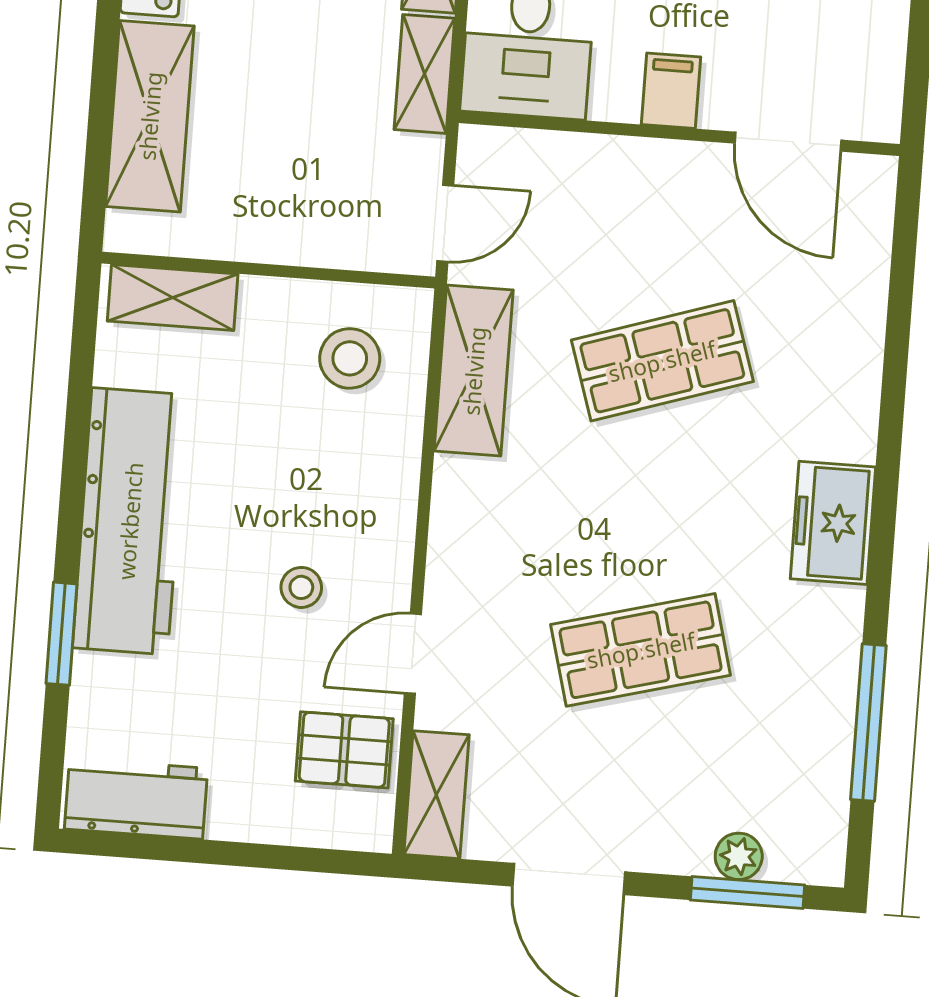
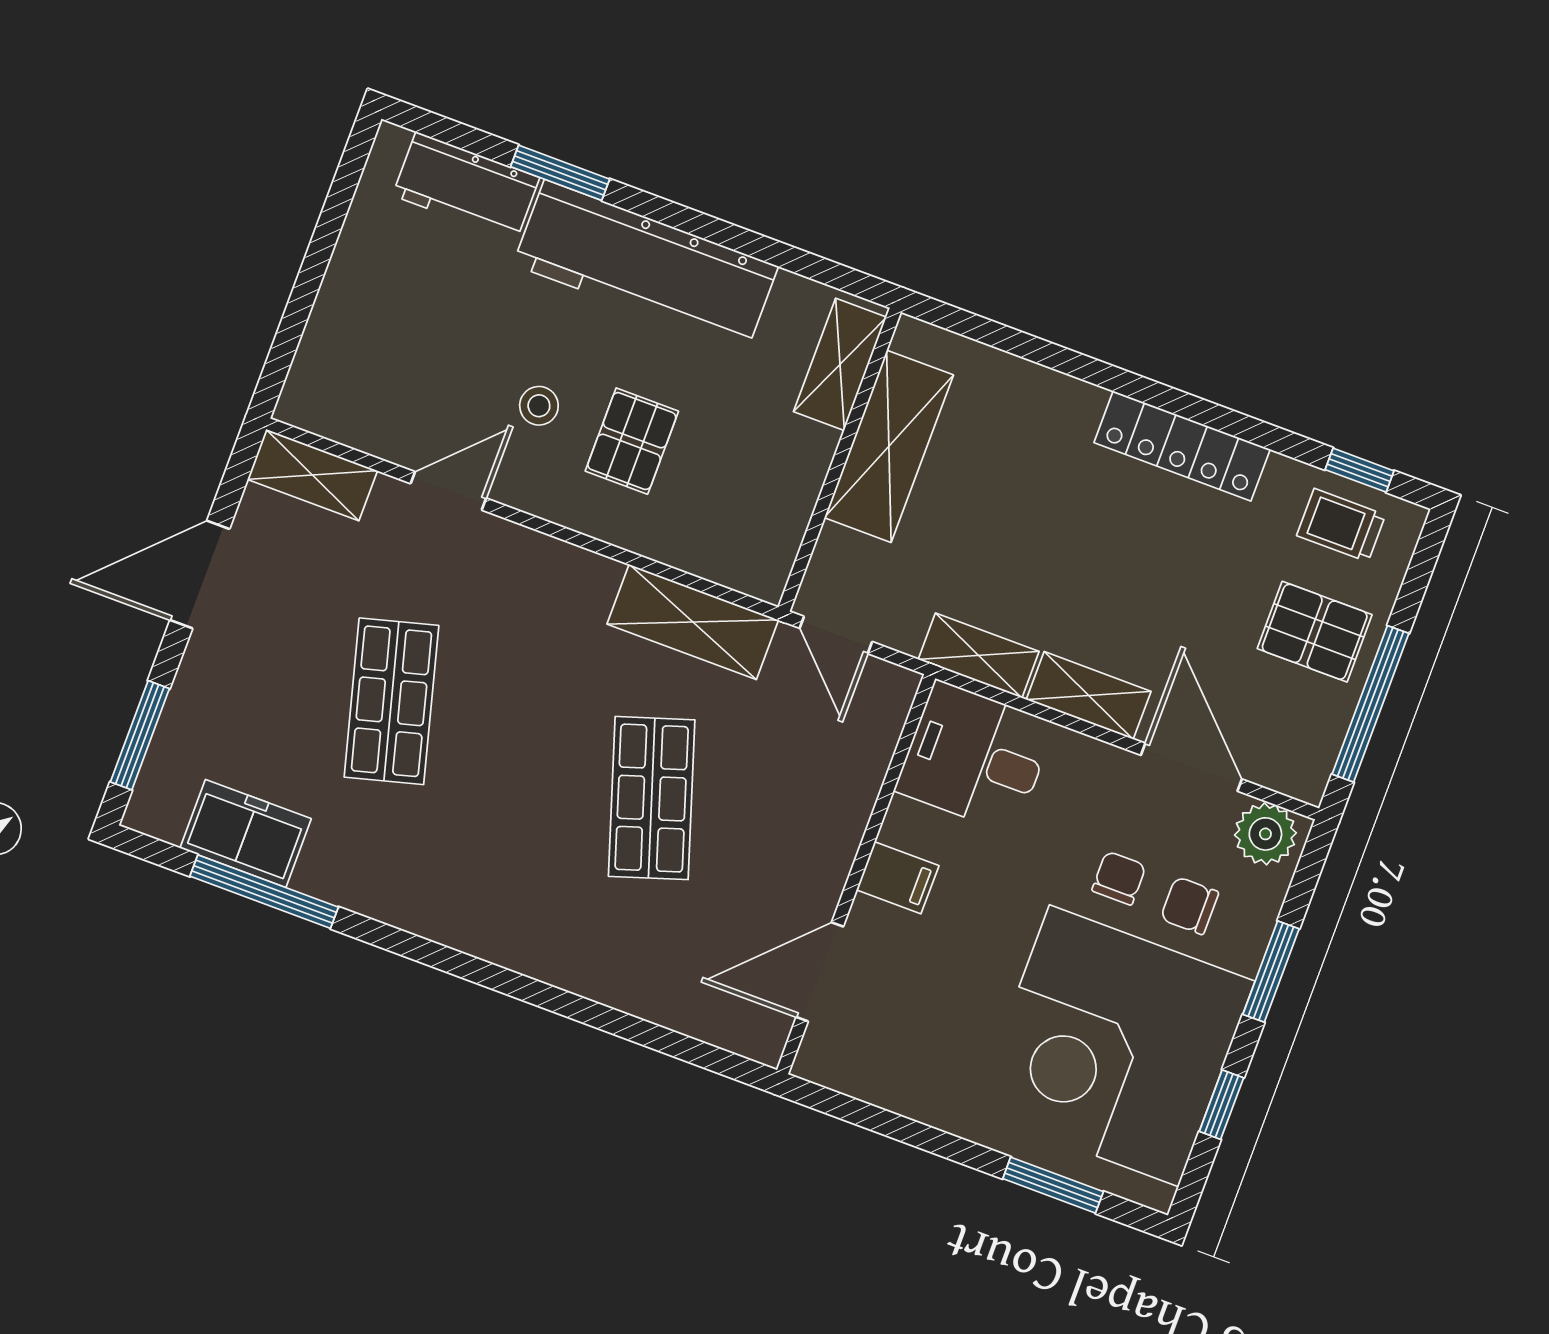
shelving: (150, 116) -> (889, 446), moved, turned 90
stool: (350, 358) -> (737, 511), removed
freezer: (833, 523) -> (246, 833), moved
door: (413, 654) -> (448, 491), hinge flipped
pallet: (344, 750) -> (632, 441), moved
workbench: (136, 799) -> (466, 187), moved, turned 90
plant: (739, 856) -> (175, 737), removed

